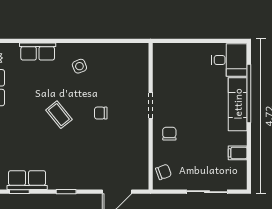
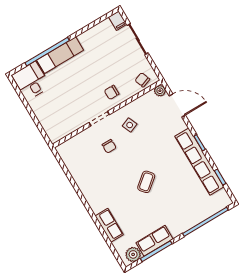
side table: (79, 66) -> (130, 125), moved
chair: (101, 113) -> (109, 146), moved
filing cabinet: (238, 153) -> (118, 21), moved
row of seats: (27, 180) -> (199, 162), width x2.02
plant: (142, 183) -> (160, 91), added

